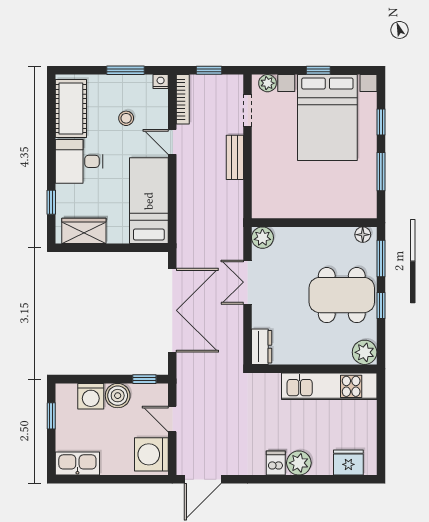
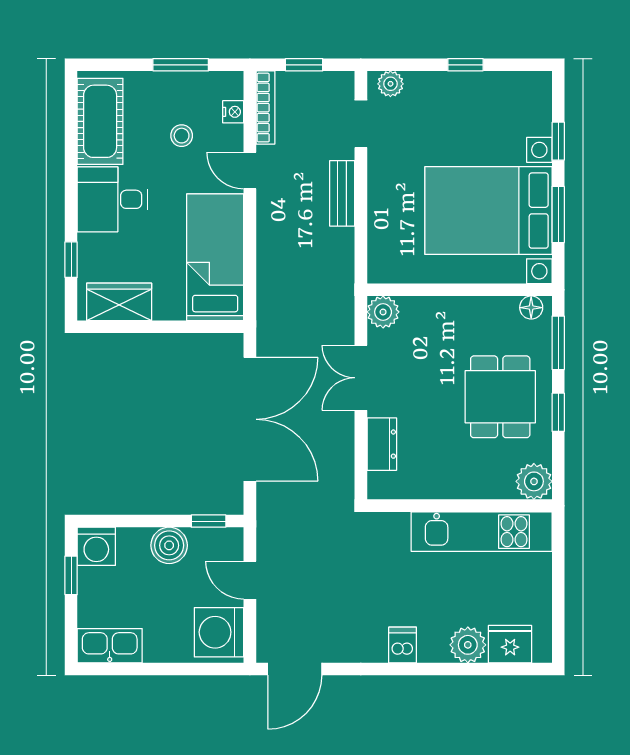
nightstand: (161, 82) -> (233, 112), moved, turned 90
bed with nightstands: (327, 117) -> (488, 211), moved, turned 90
dining table: (342, 295) -> (500, 397), width x0.73
dresser: (262, 347) -> (382, 444), moved
washing machine: (91, 396) -> (96, 546), moved
plant: (299, 463) -> (468, 645), moved

